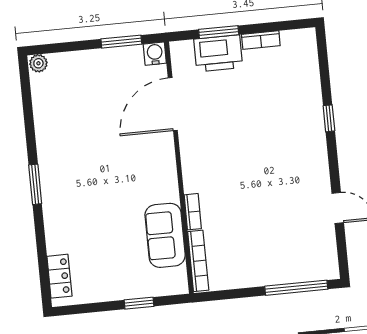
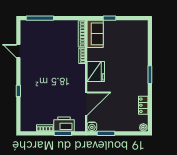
fridge: (158, 179) -> (96, 71), added
sofa: (165, 235) -> (95, 34), moved
locker: (59, 276) -> (143, 105), moved

